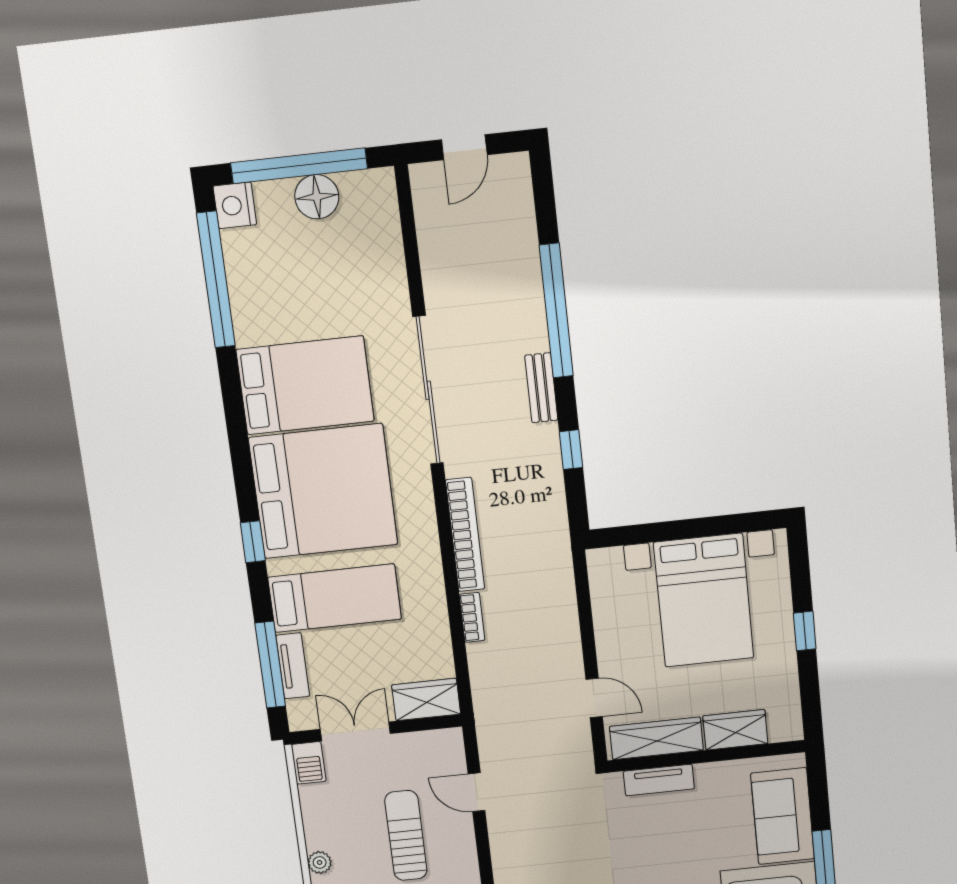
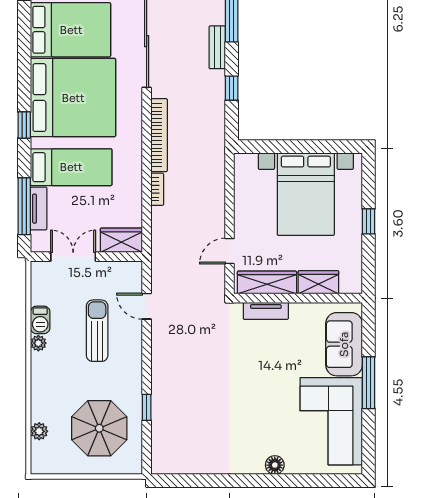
door: (594, 698) -> (230, 251), swing flipped
barbecue: (309, 763) -> (40, 320), moved

